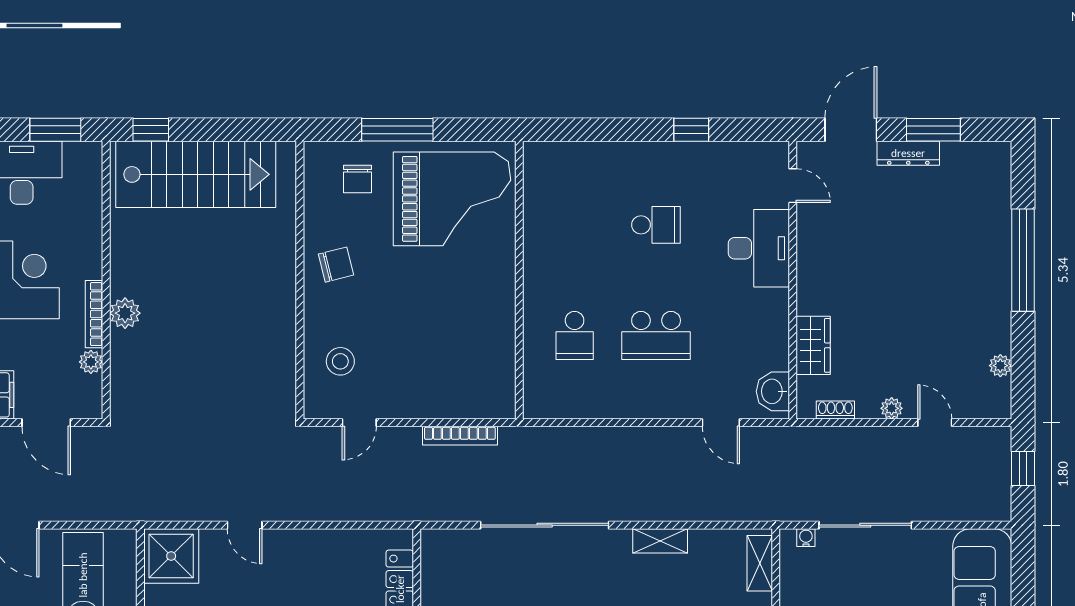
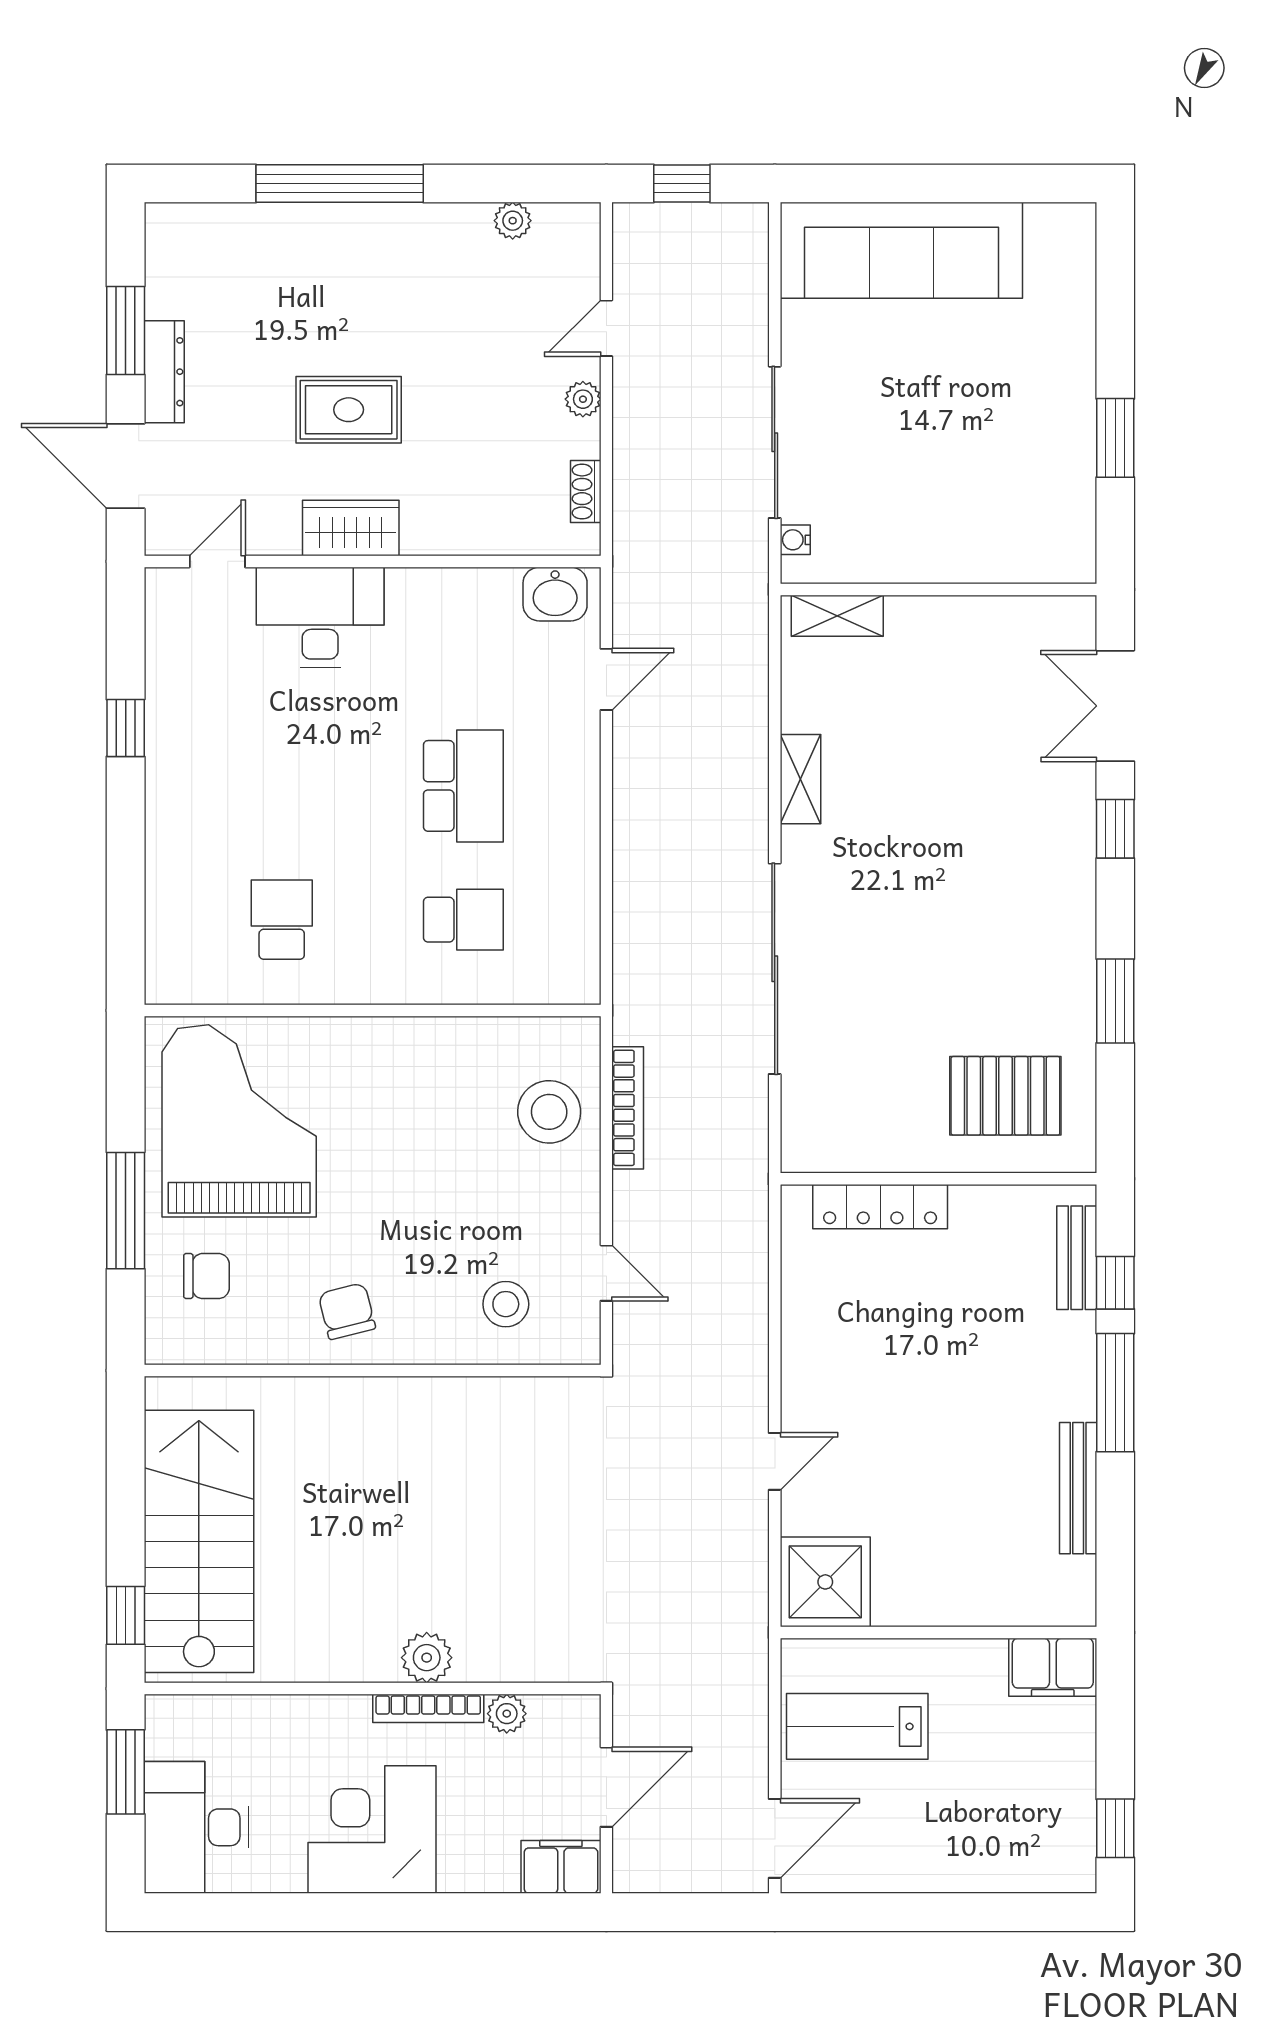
school desk: (656, 225) -> (282, 920), moved
rug: (885, 266) -> (349, 410), added
wardrobe: (813, 345) -> (351, 528), moved
stool: (457, 388) -> (549, 1112), added

